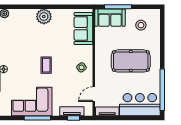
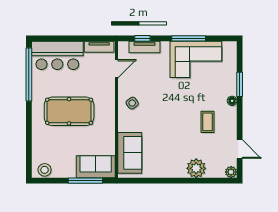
plant: (44, 17) -> (196, 168), moved
stool: (141, 25) -> (45, 170), moved
coffee table: (46, 65) -> (207, 122), moved

